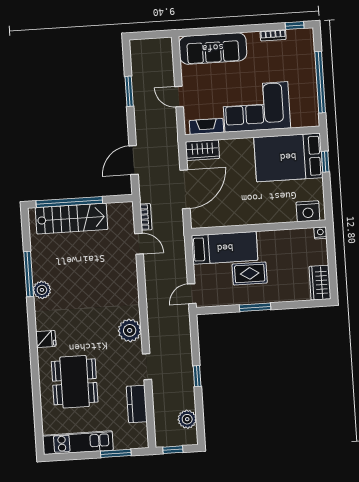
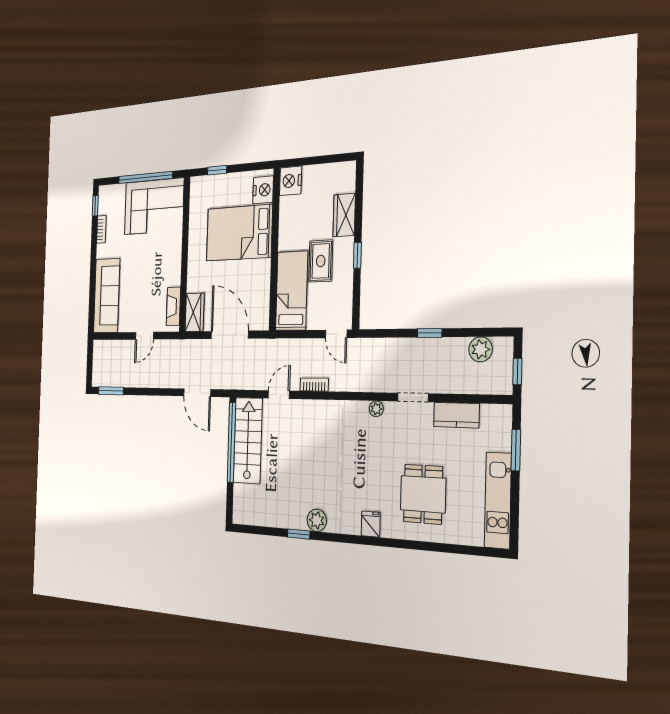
window: (129, 91) -> (111, 391), moved
corner sofa: (256, 107) -> (154, 206), moved, turned -90
bed: (288, 157) -> (239, 233), moved, turned 90
window: (69, 202) -> (231, 442), moved
bookcase: (146, 217) -> (314, 385), moved
stairs: (72, 219) -> (248, 440), moved
nightstand: (320, 233) -> (291, 181), width x1.89, depth x1.79
window: (29, 274) -> (299, 534), width x0.46
wardrobe: (320, 283) -> (344, 215), moved, turned 90
window: (255, 307) -> (357, 255), width x0.67
plant: (130, 330) -> (376, 409), width x0.53, depth x0.53
dining table: (75, 382) -> (423, 494), width x0.73

